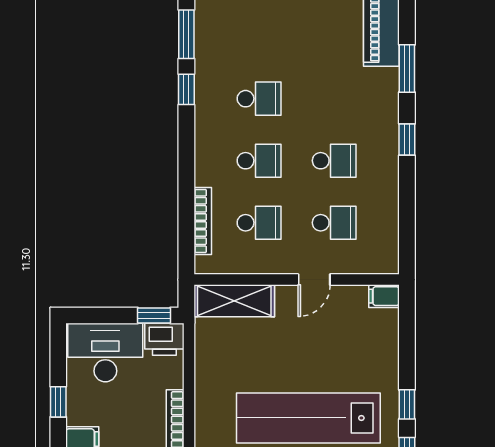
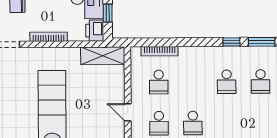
school desk: (259, 161) -> (261, 82), moved
shelving: (234, 301) -> (103, 56), moved, turned 90
window: (154, 316) -> (108, 13), moved

